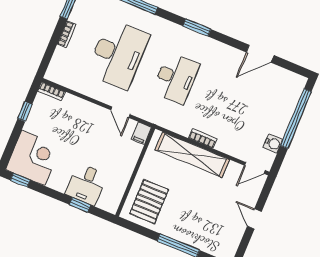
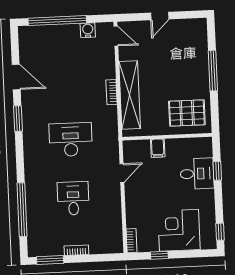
window: (197, 28) -> (18, 119), moved
desk: (118, 54) -> (73, 198), width x0.53, depth x0.77
filing cabinet: (141, 133) -> (158, 148), moved, turned 90
corner desk: (33, 158) -> (179, 230), moved

